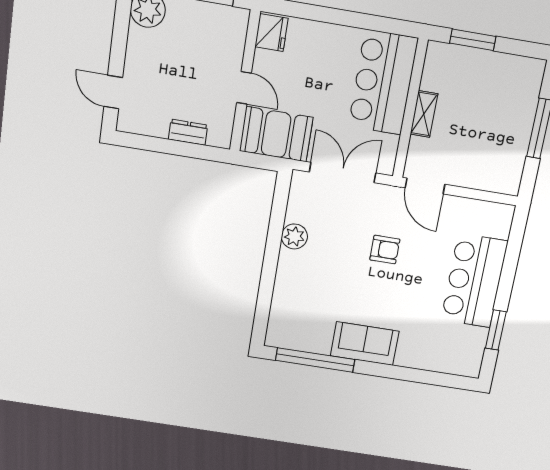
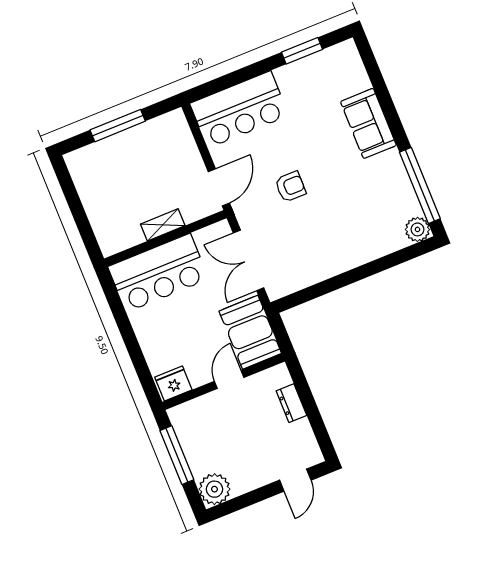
window: (473, 40) -> (83, 224), removed
plant: (294, 236) -> (417, 229), moved
armchair: (385, 250) -> (290, 187), turned 90
bar counter: (474, 281) -> (239, 109), moved
sofa: (365, 344) -> (368, 123), moved

